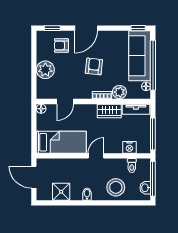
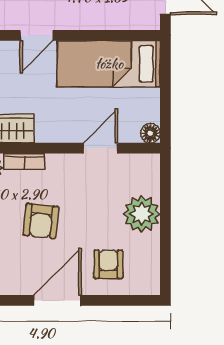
window: (52, 28) -> (127, 300), removed
armchair: (61, 46) -> (108, 264), turned -90

